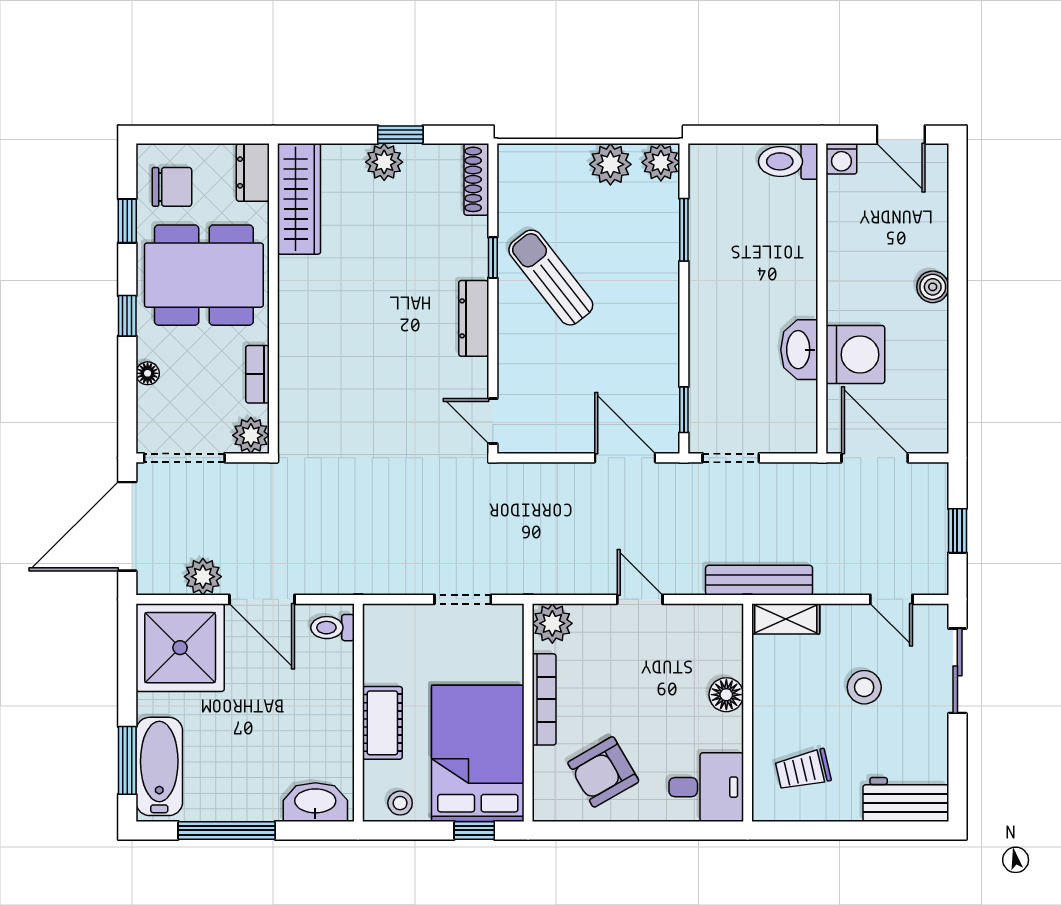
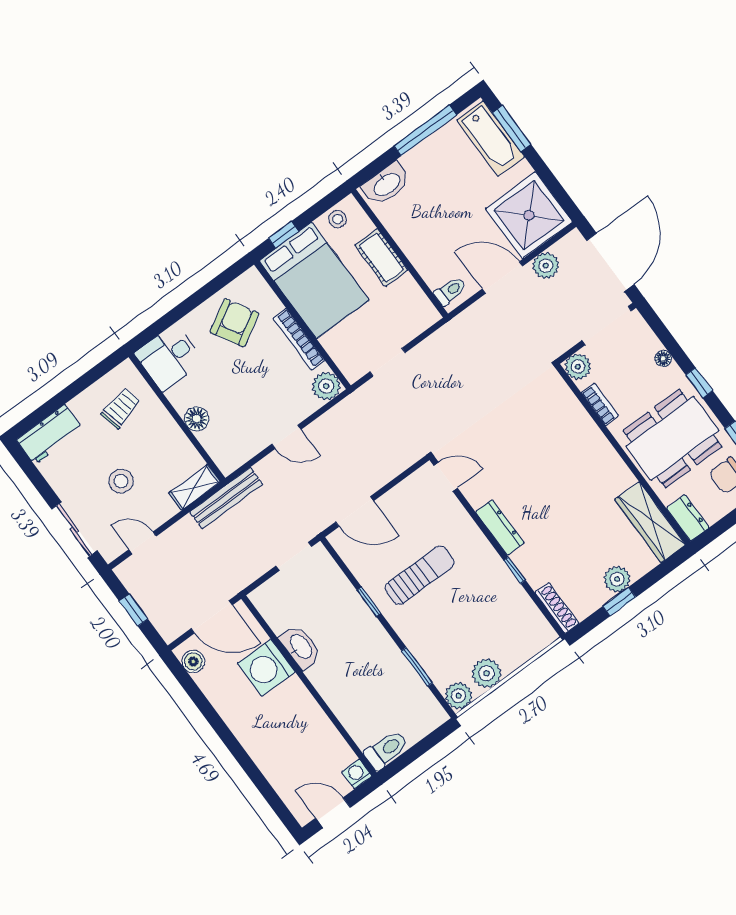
sun lounger: (551, 278) -> (420, 575), moved, turned -52
boiler: (933, 287) -> (193, 661), moved
window: (684, 410) -> (369, 602), moved

